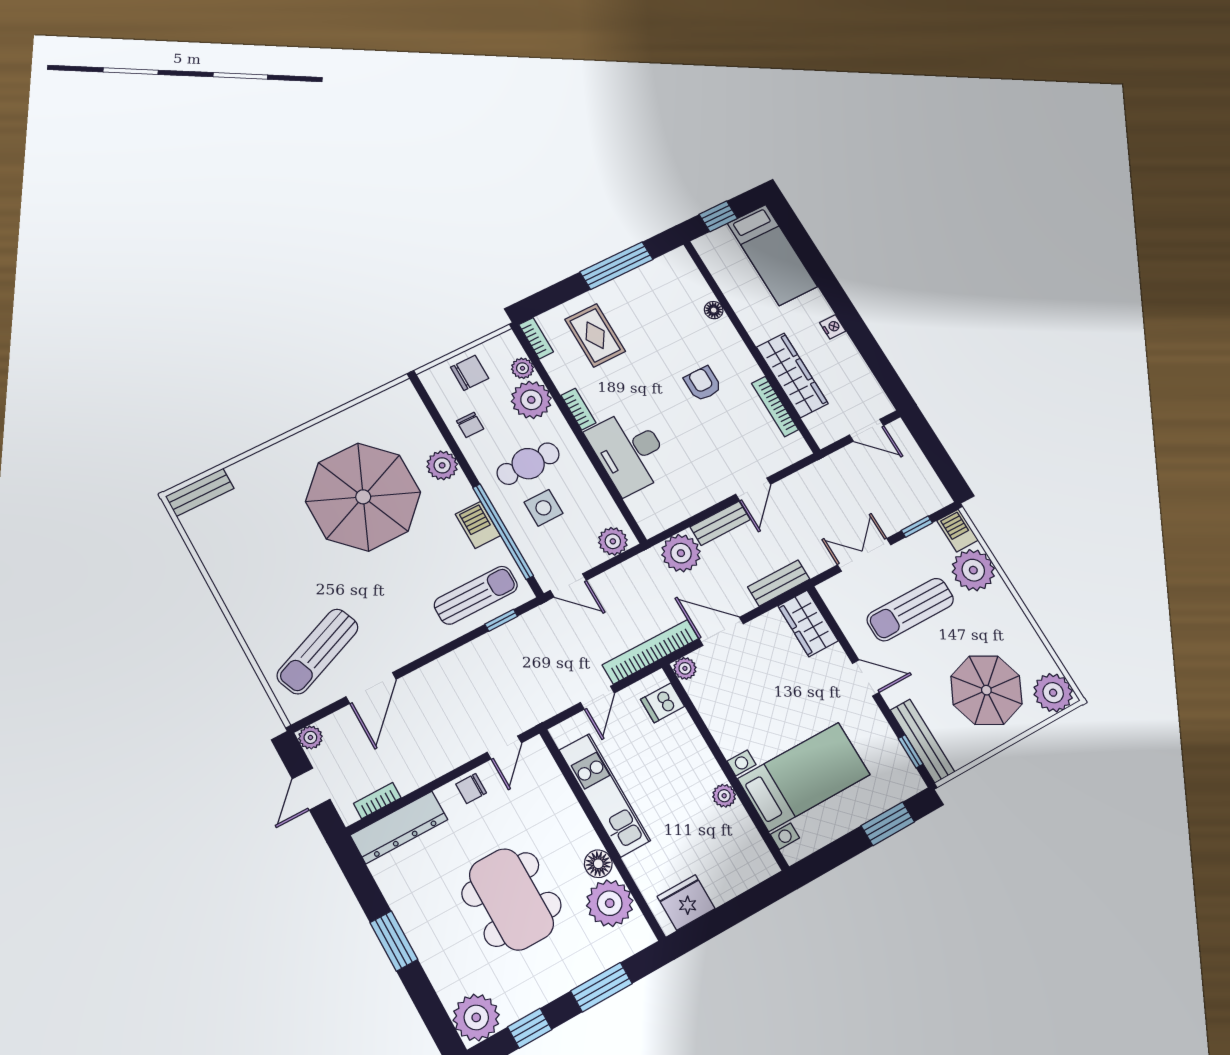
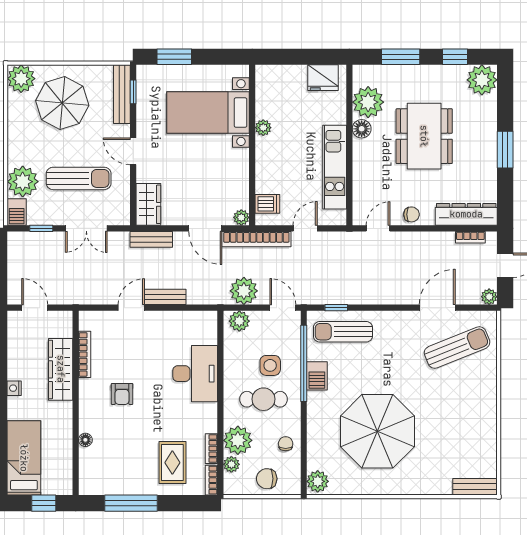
bookcase: (578, 409) -> (211, 449), moved
plant: (442, 465) -> (318, 481), moved
plant: (681, 553) -> (244, 291), moved

